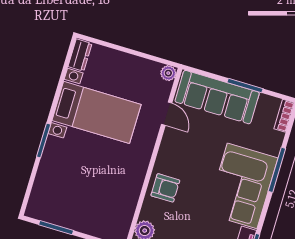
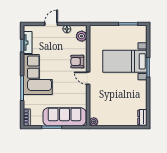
bed with nightstands: (96, 112) -> (125, 61), moved
door: (167, 114) -> (88, 78), moved

